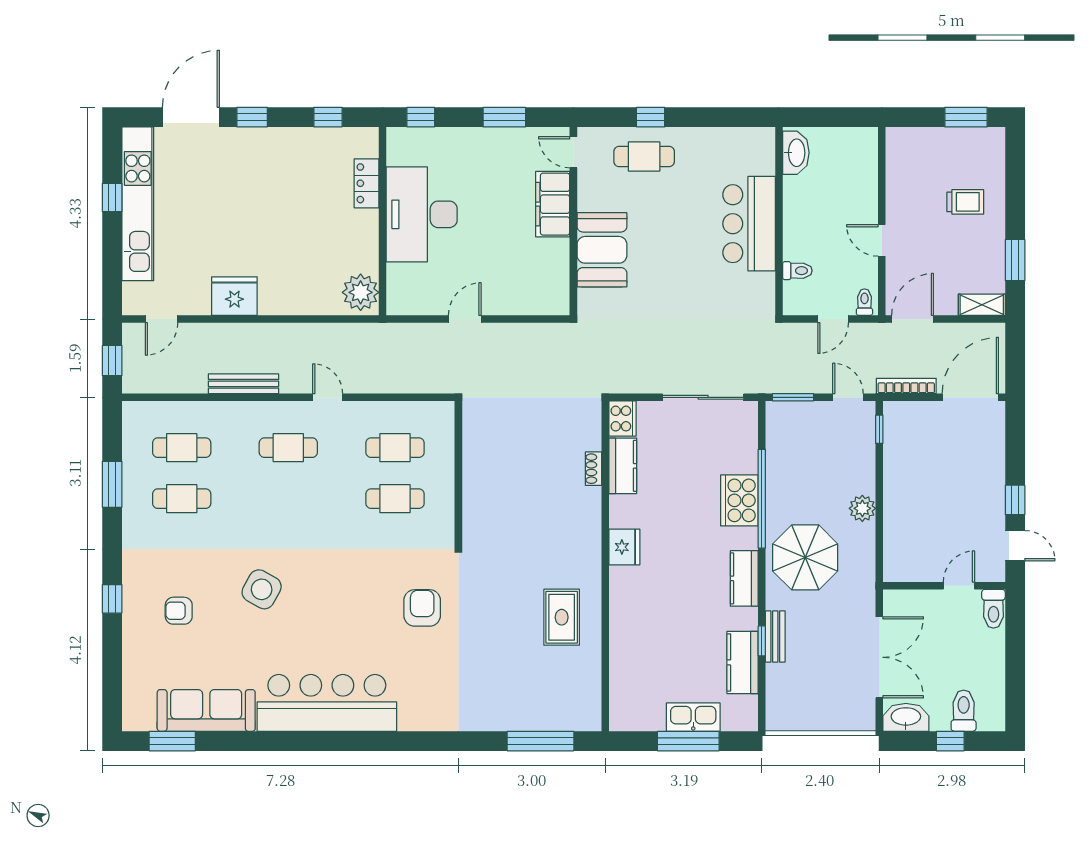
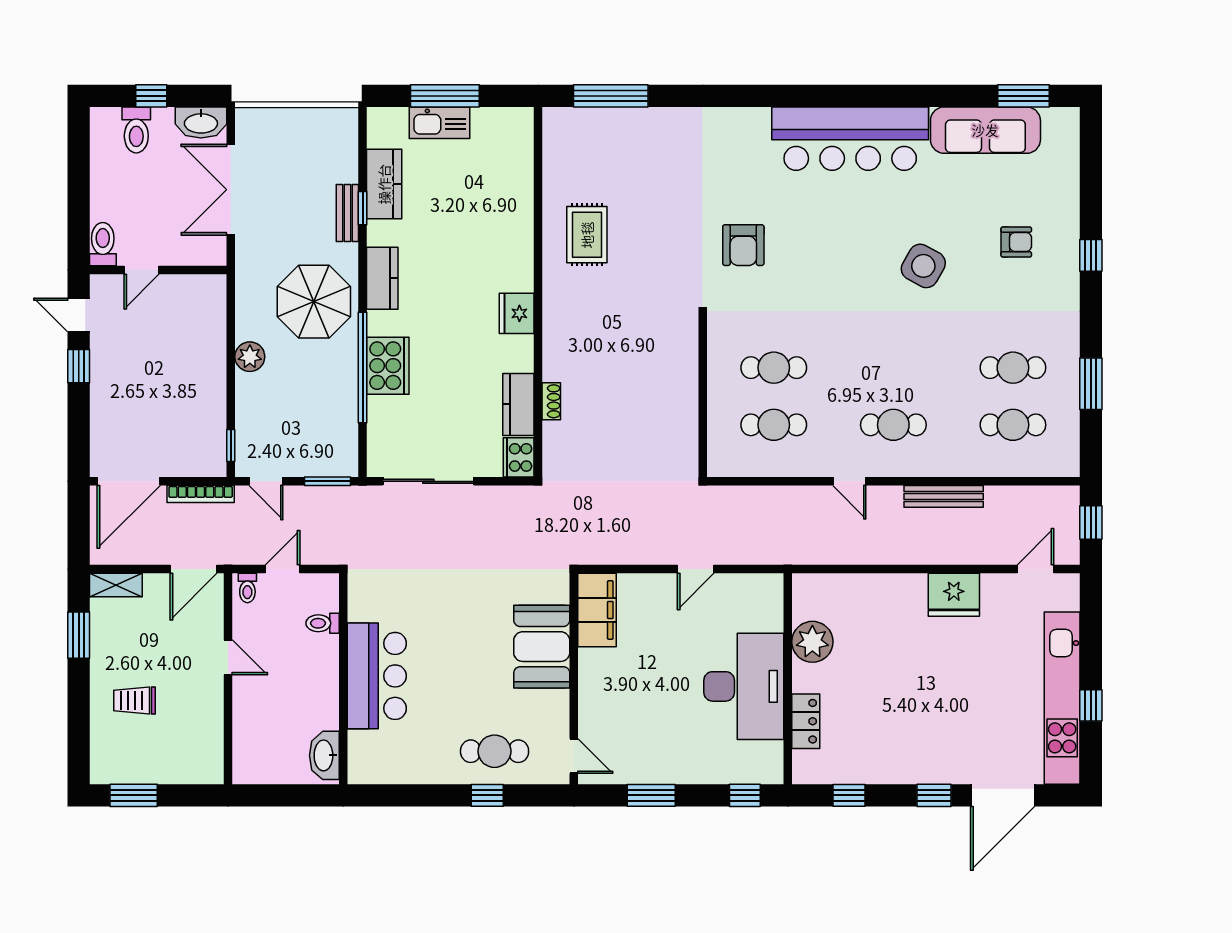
filing cabinet: (553, 204) -> (597, 610), moved
plant: (361, 292) -> (812, 642), moved

